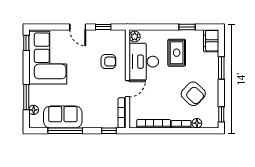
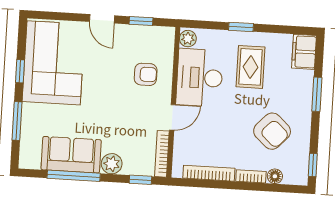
window: (187, 27) -> (241, 27), moved
window: (26, 43) -> (20, 71), moved
floor lamp: (34, 110) -> (27, 141), removed
plant: (90, 121) -> (112, 164), added

